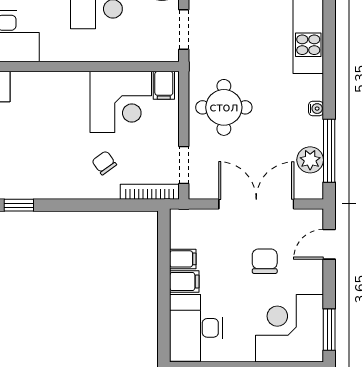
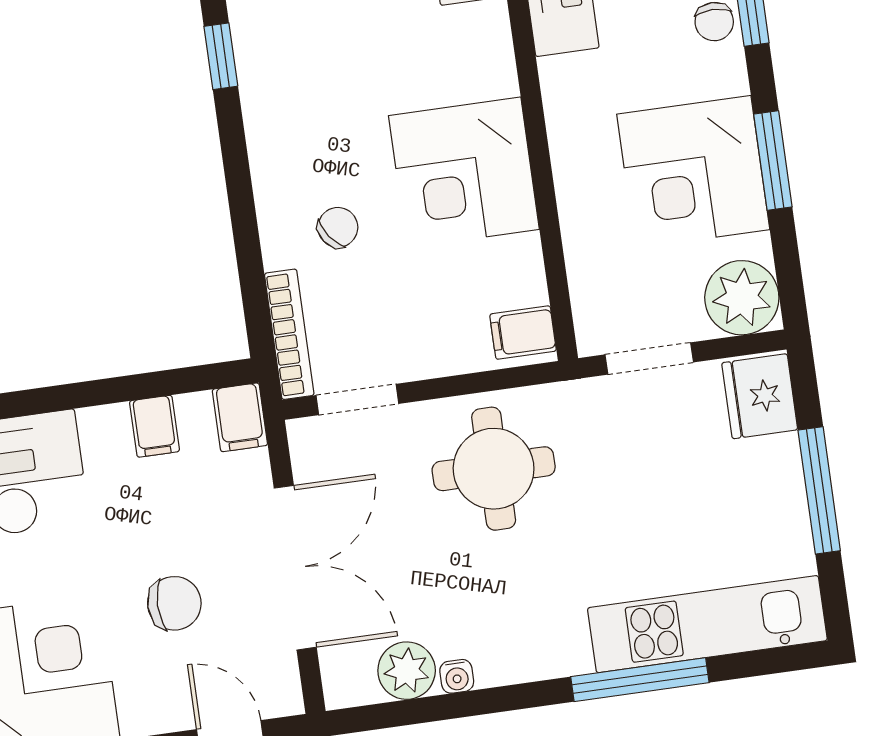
corner desk: (121, 102) -> (464, 172), moved
water cooler: (316, 109) -> (457, 676), moved
window: (329, 151) -> (640, 680), moved
filing cabinet: (184, 282) -> (240, 417), moved

